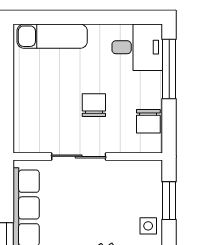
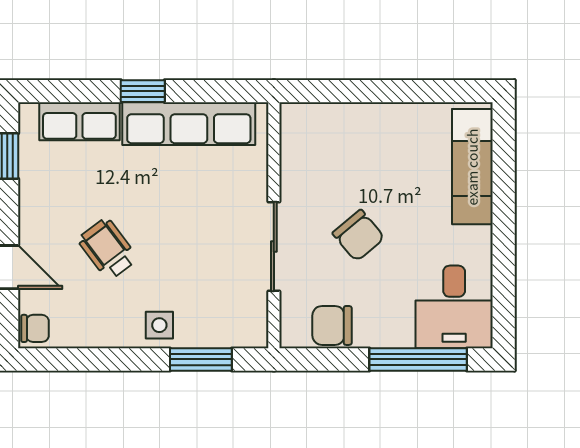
chair: (94, 105) -> (358, 235), turned 50
sliding door: (79, 156) -> (274, 246), moved

